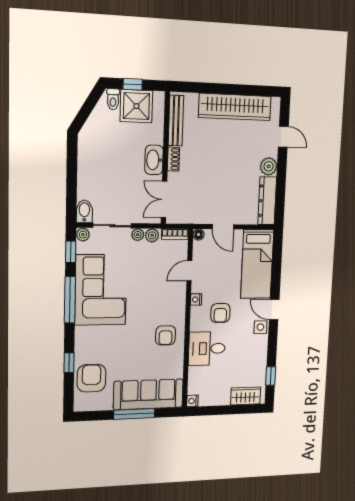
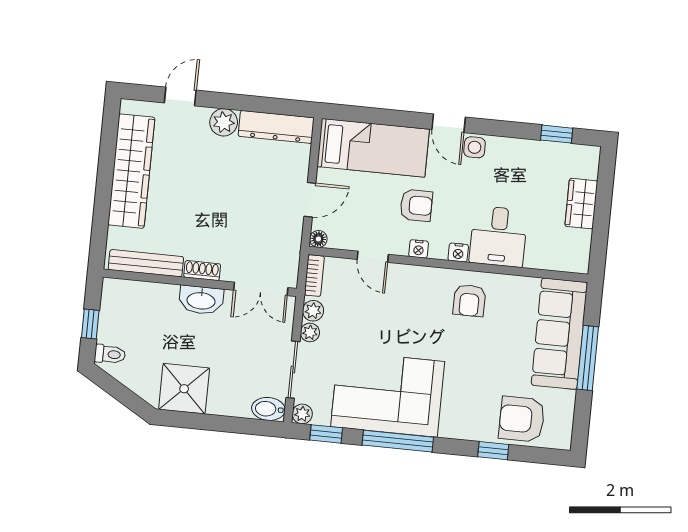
shower: (136, 106) -> (184, 389), moved
door: (274, 309) -> (449, 123), hinge flipped
armchair: (220, 313) -> (416, 205), moved
armchair: (166, 335) -> (469, 300), turned 90
wardrobe: (246, 396) -> (581, 204), moved
nightstand: (192, 401) -> (458, 253), moved

